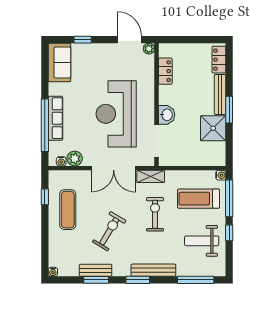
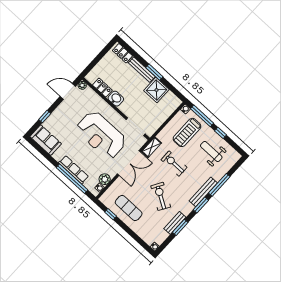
washbasin: (167, 115) -> (116, 99), moved
weight bench: (202, 241) -> (211, 151), turned 90
window: (196, 280) -> (219, 185), moved

